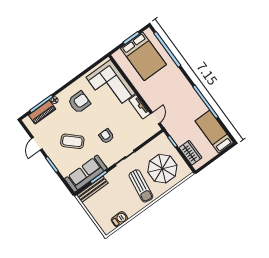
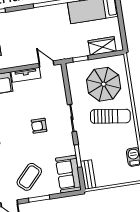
coffee table: (72, 141) -> (29, 177), moved
sofa: (86, 174) -> (68, 174), width x0.73
bench: (92, 189) -> (88, 175), width x0.73

